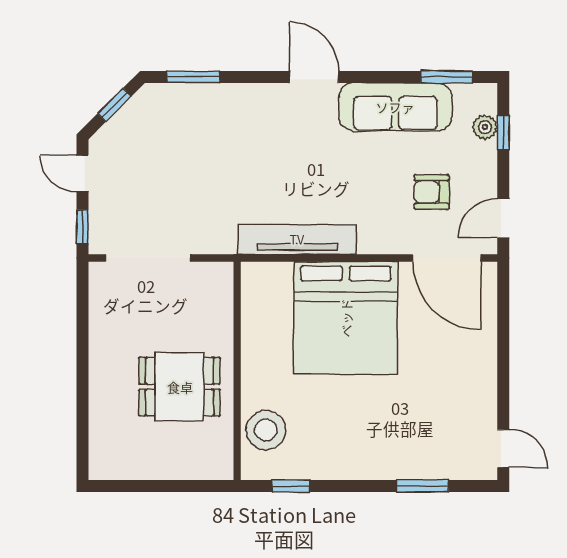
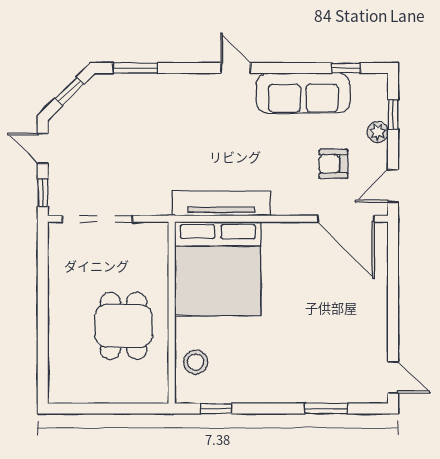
door: (314, 77) -> (236, 68), width x0.73
window: (447, 77) -> (346, 68), width x0.67
plant: (485, 127) -> (378, 132), moved
bed: (346, 318) -> (218, 269), moved
dining table: (180, 387) -> (124, 326), turned 90
stool: (266, 430) -> (195, 362), width x0.73, depth x0.73

